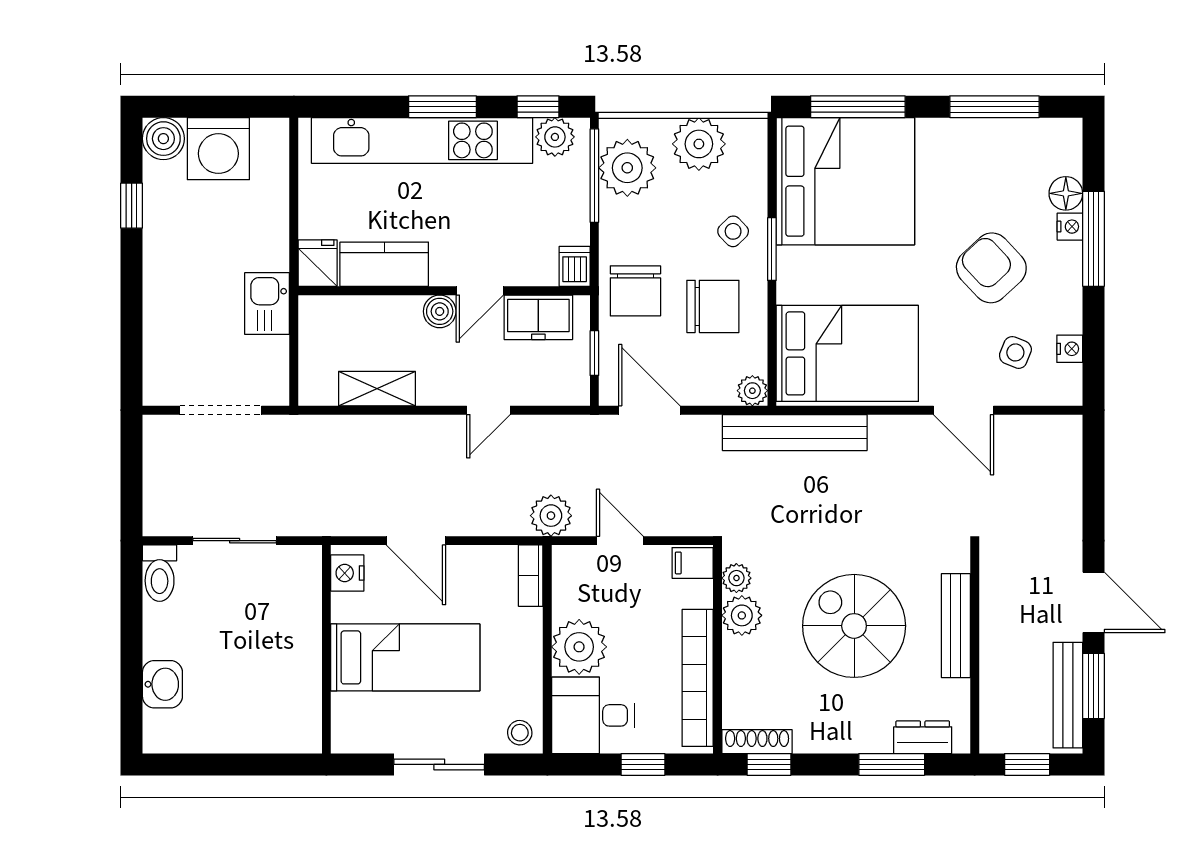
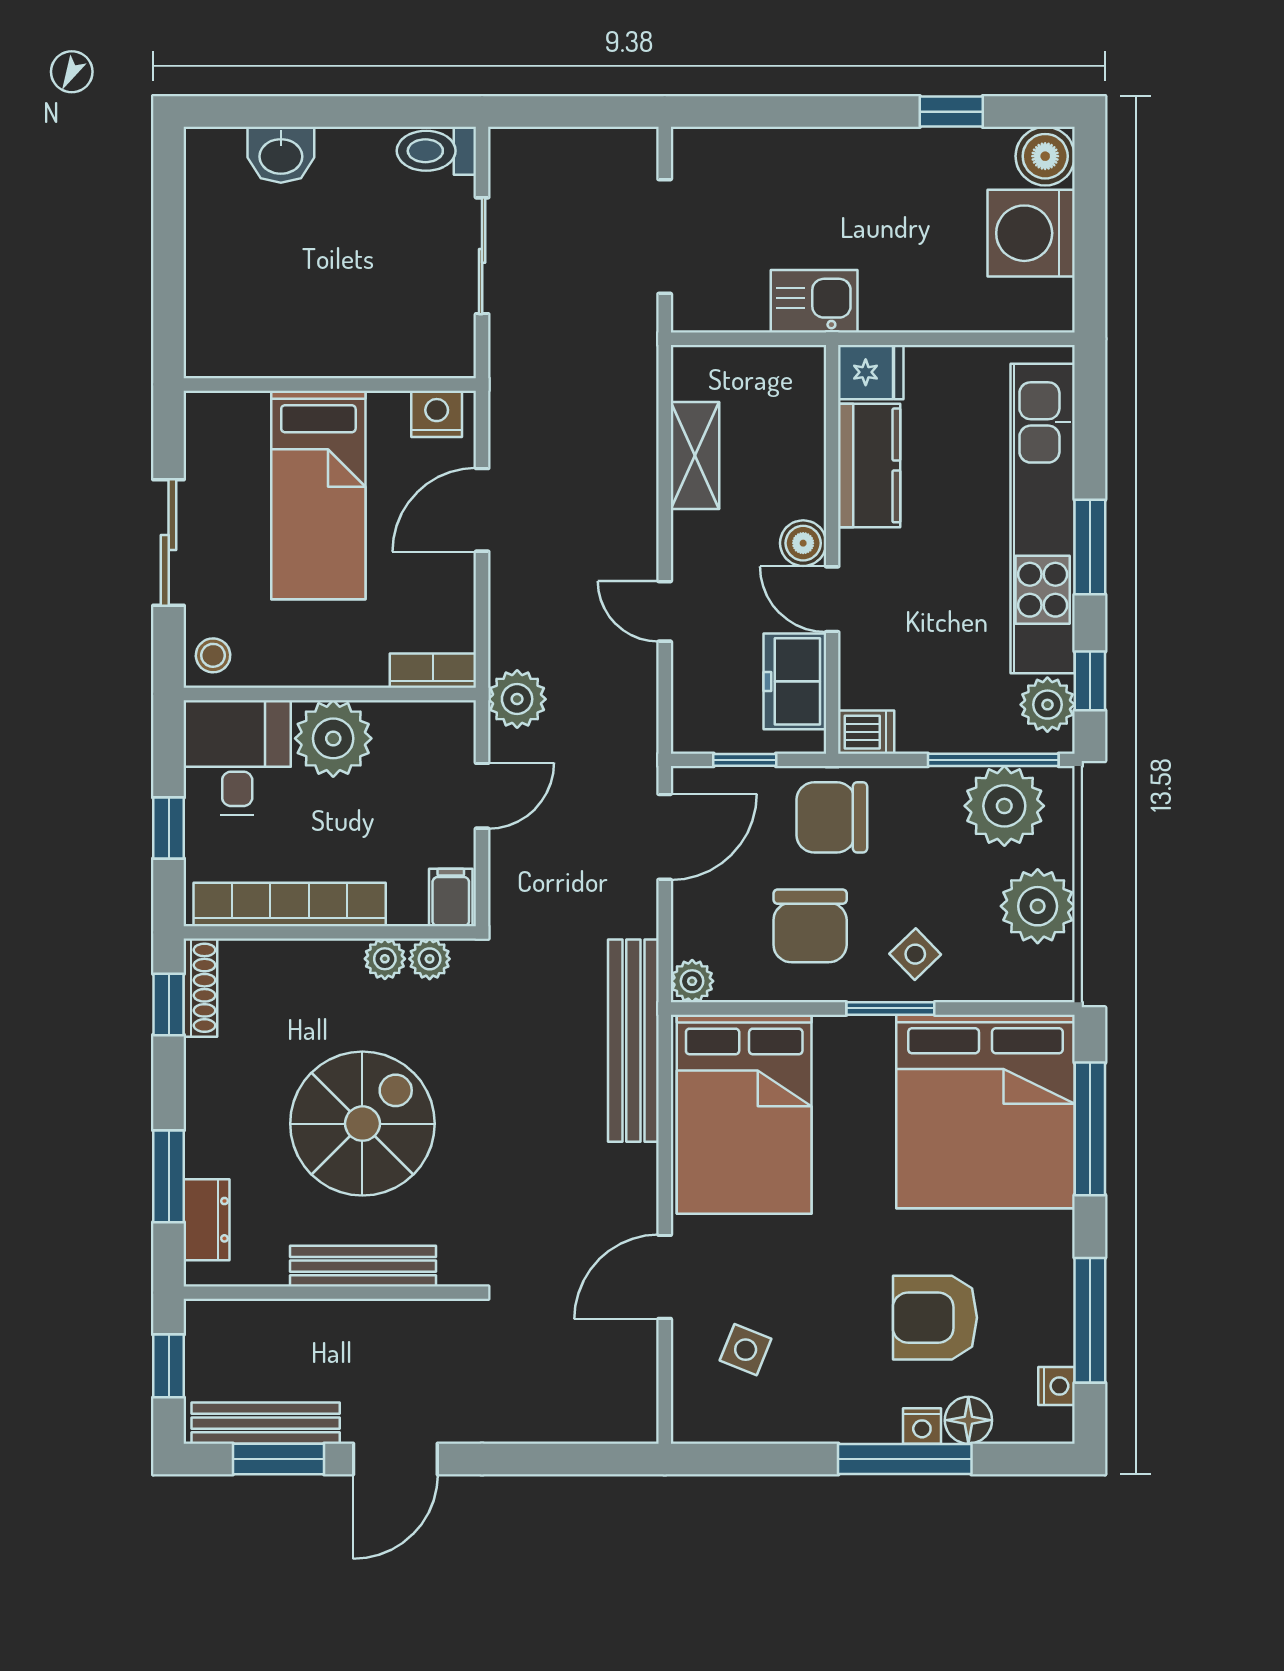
armchair: (991, 268) -> (935, 1318), moved, turned -137
nightstand: (1070, 349) -> (1057, 1386), moved, turned -90
plant: (742, 615) -> (385, 959), width x0.73, depth x0.73

